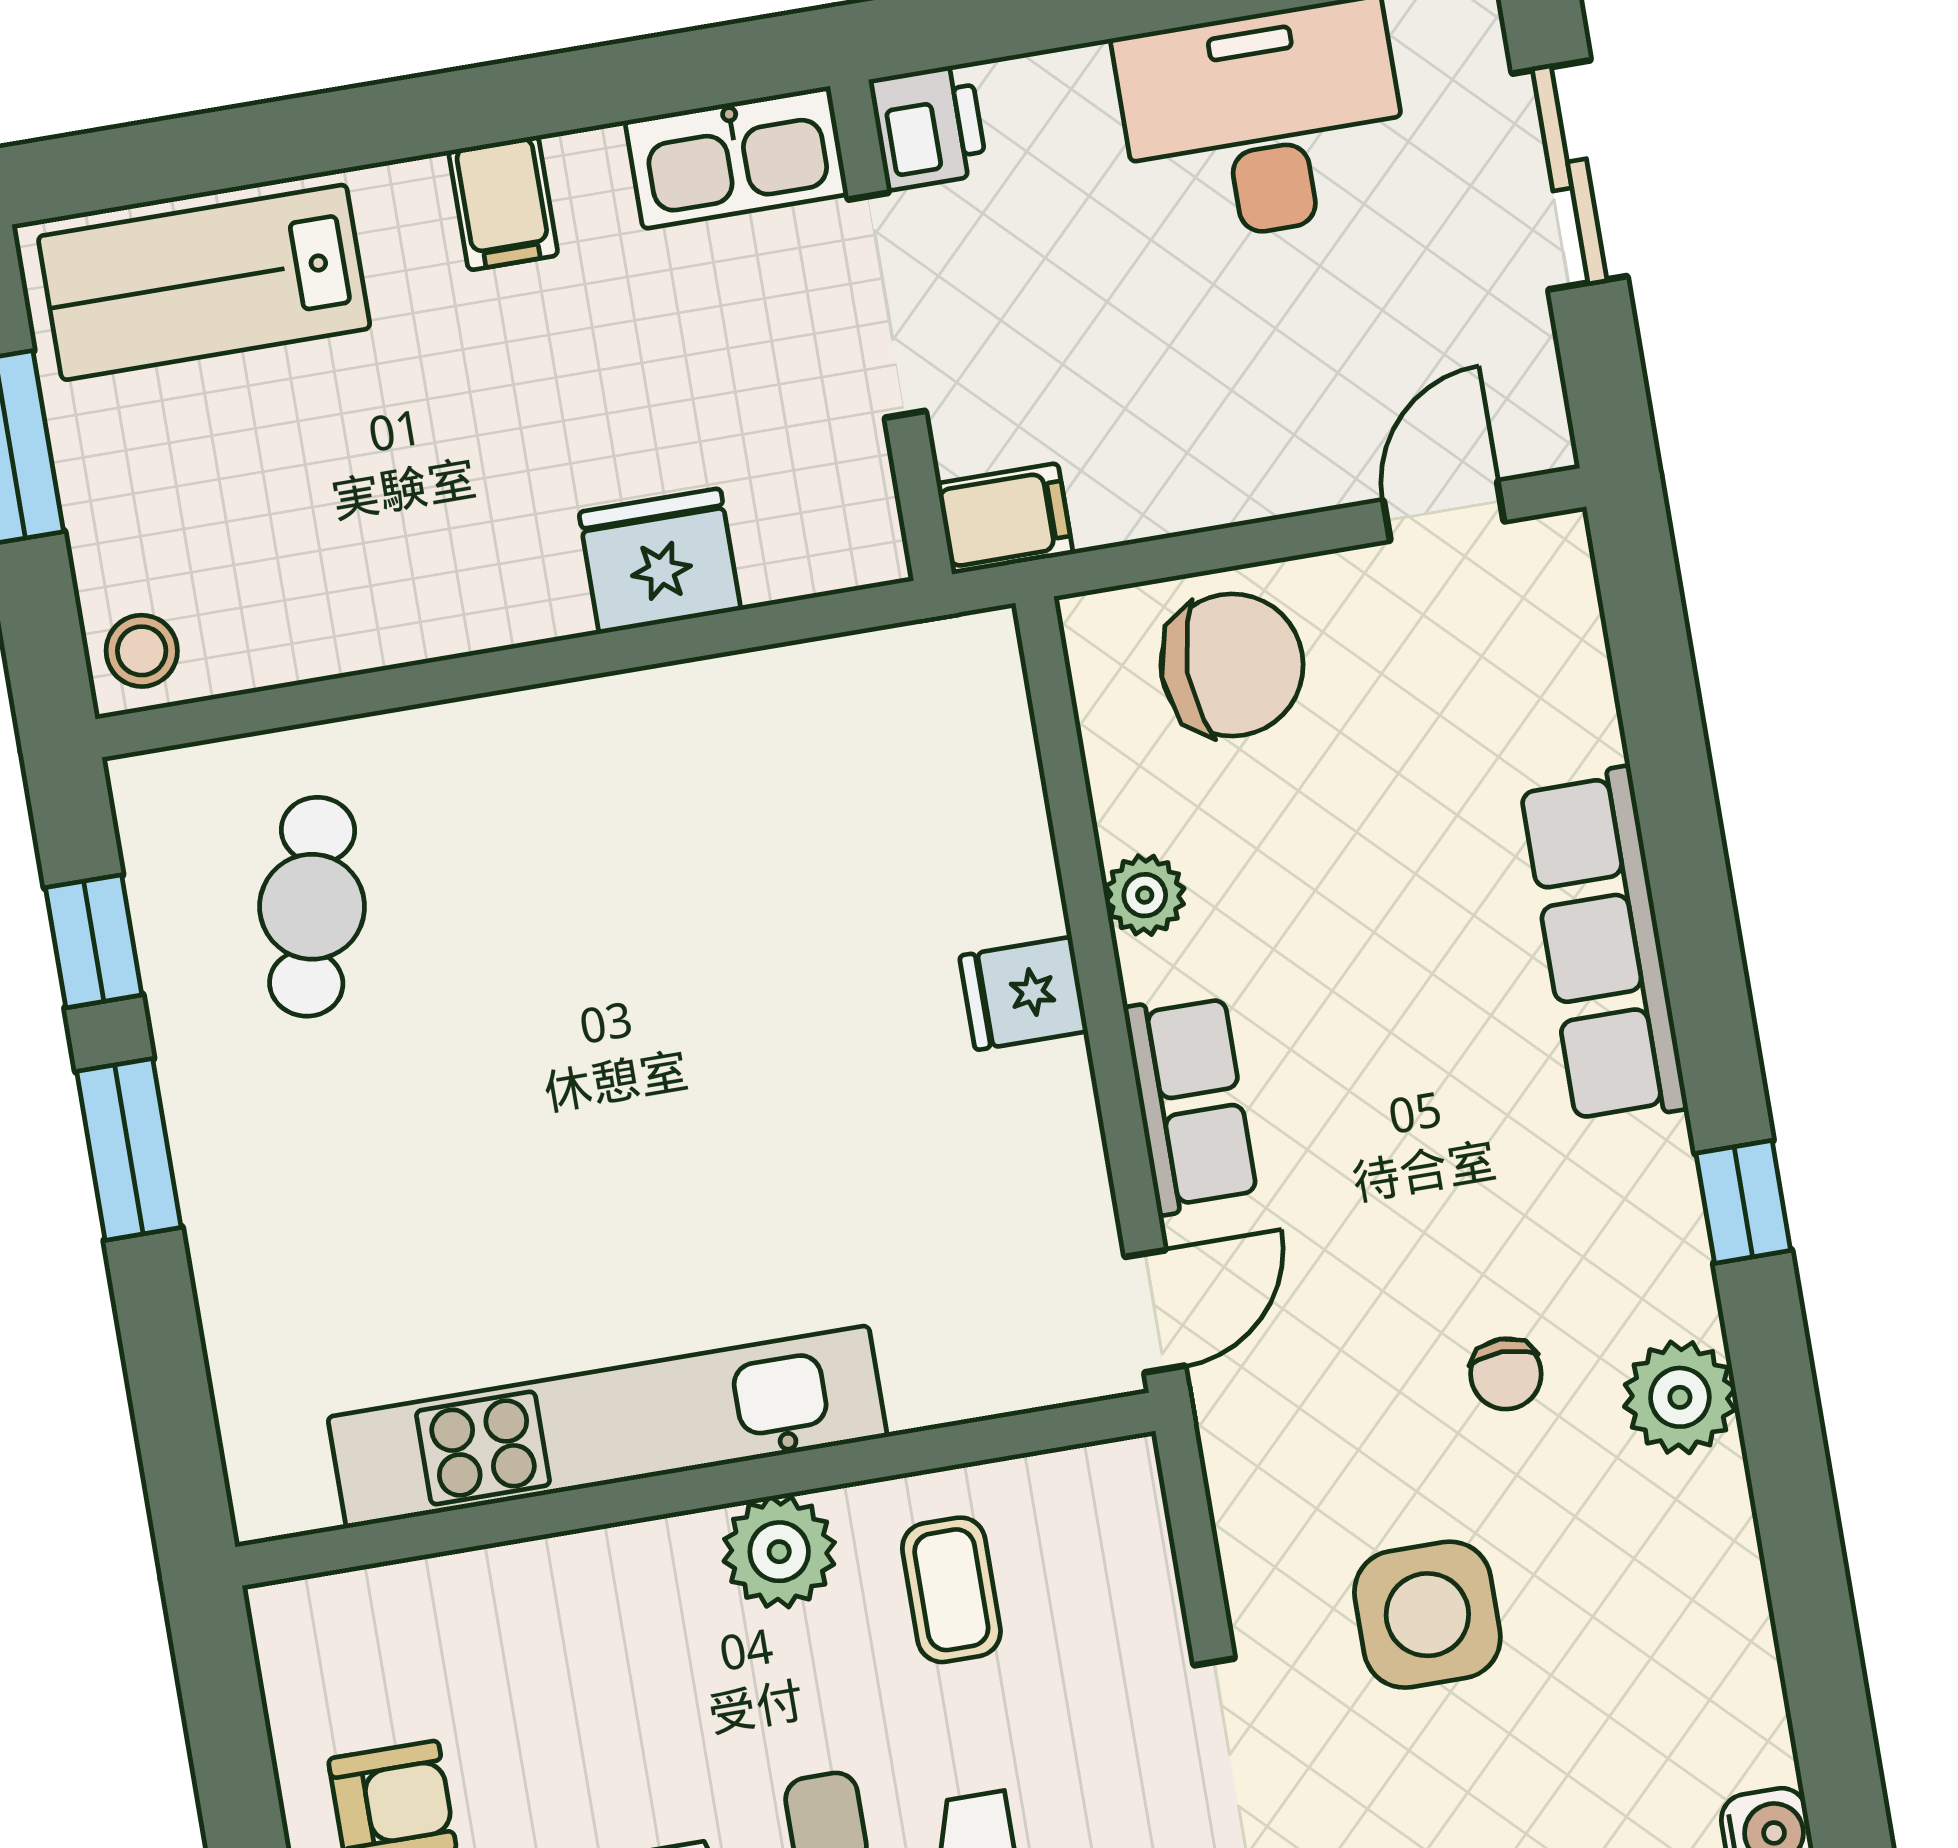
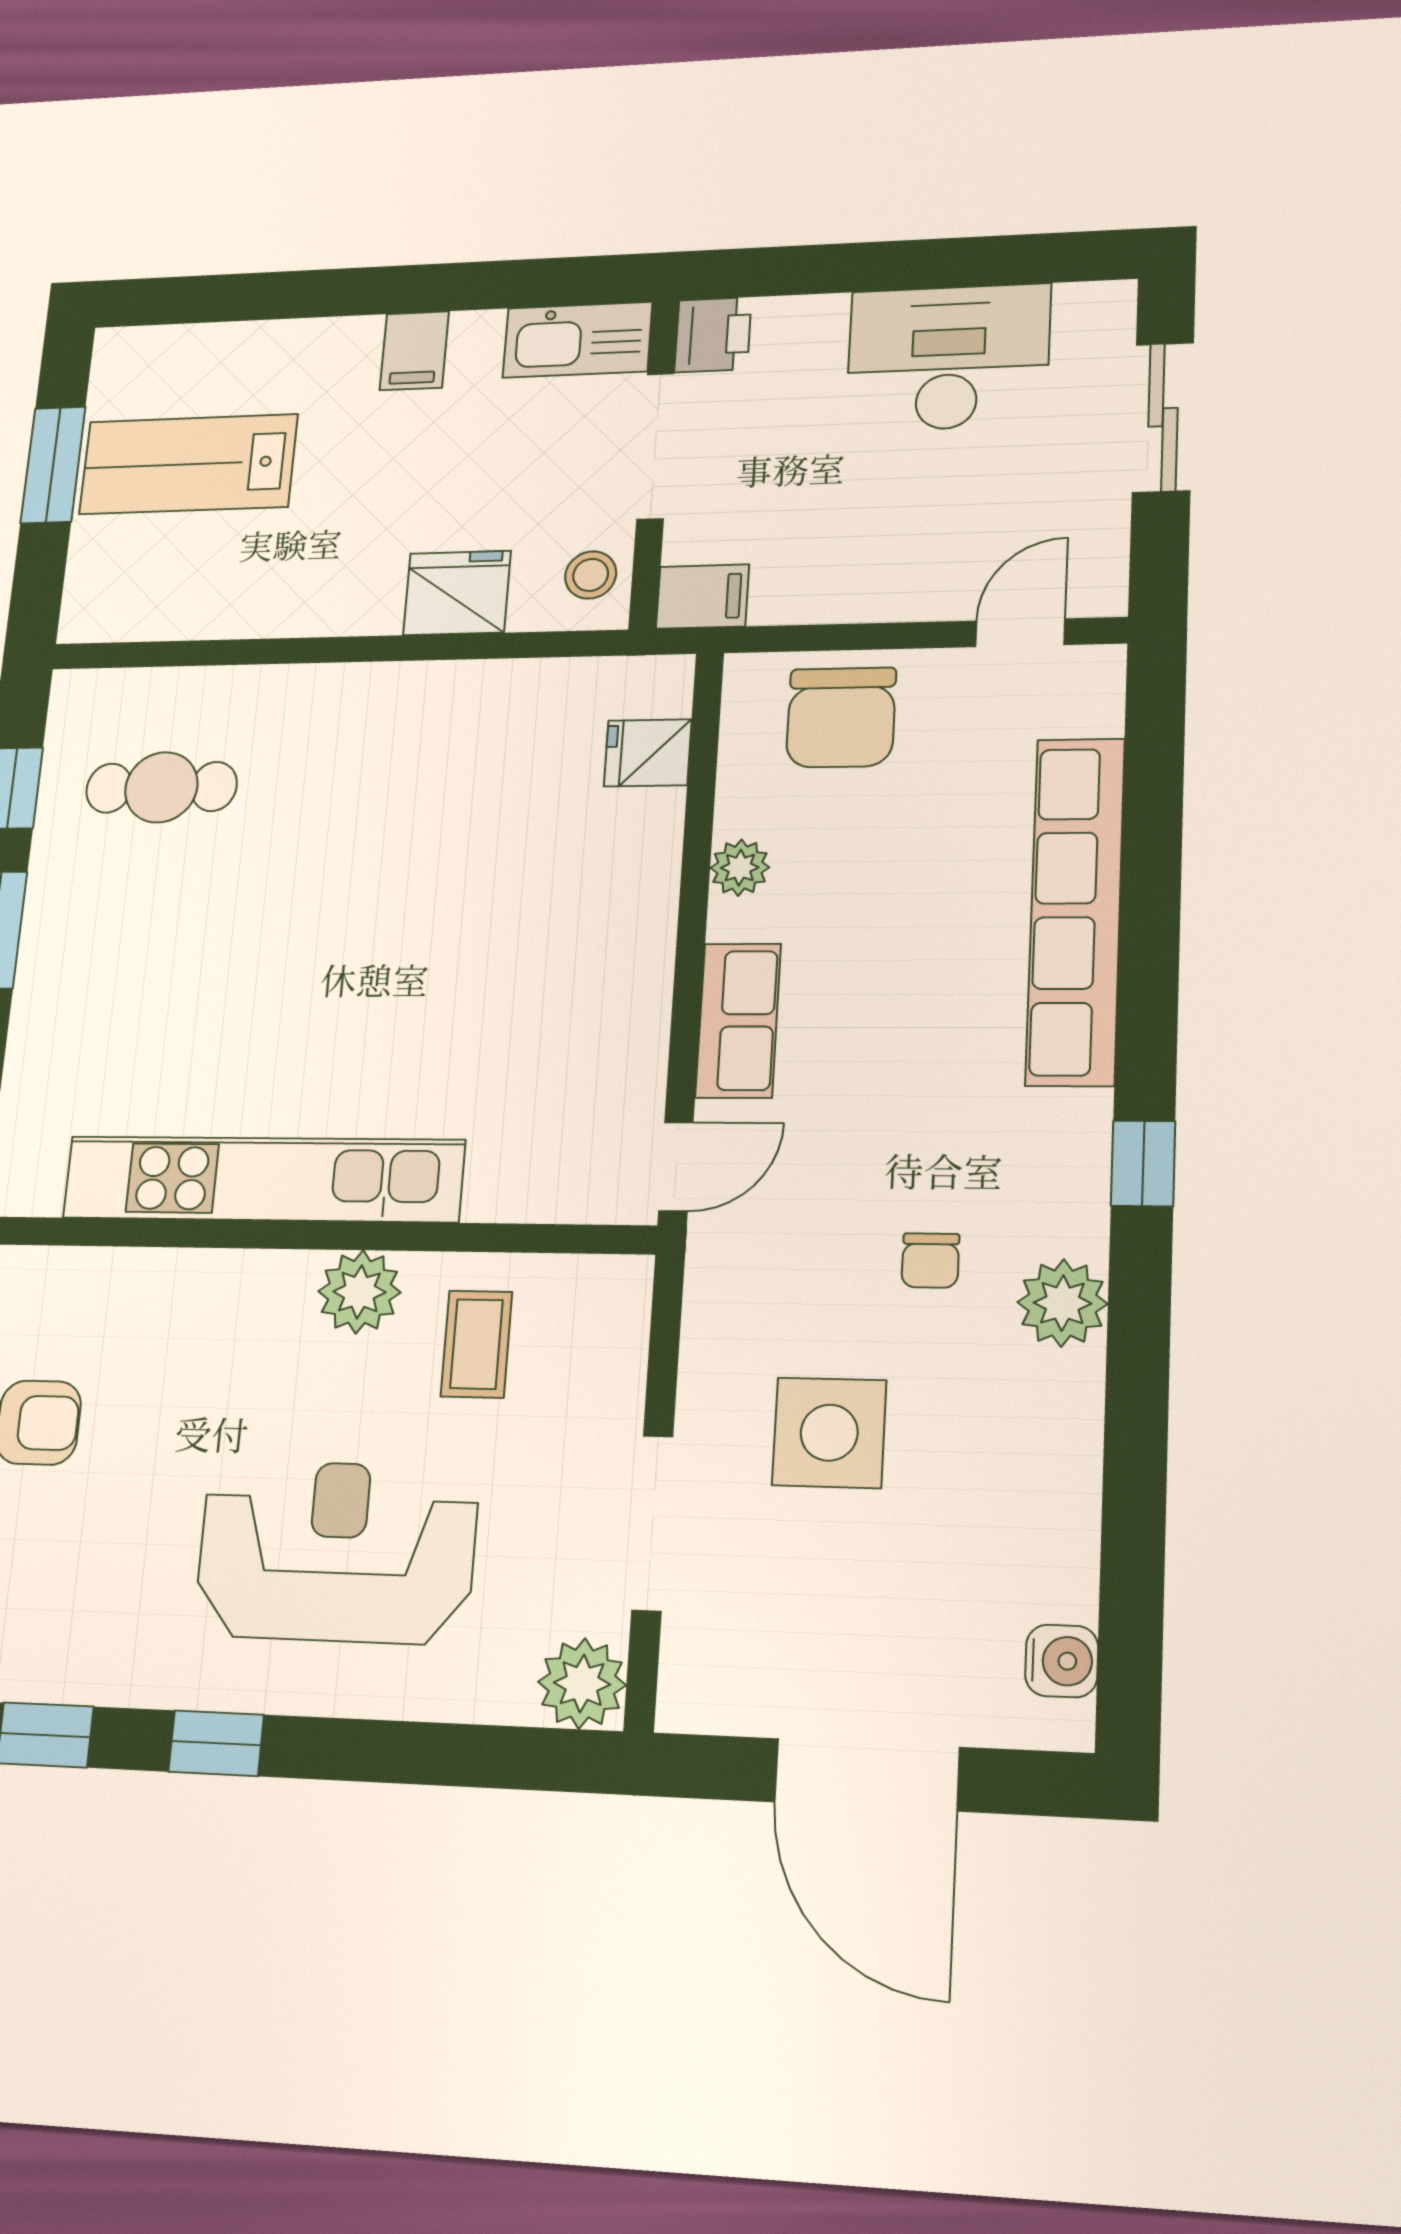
lab bench: (204, 282) -> (188, 464), moved
stool: (142, 651) -> (591, 575), moved
chair: (1232, 665) -> (841, 717), turned 90
cafe table: (312, 907) -> (161, 787), turned 76
row of seats: (1604, 946) -> (1075, 910), width x1.36
fridge: (1024, 994) -> (648, 753), moved

